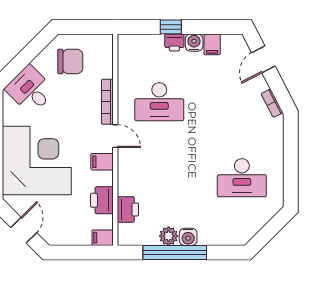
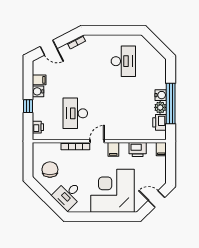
printer: (174, 42) -> (38, 127), moved
desk: (159, 102) -> (75, 113), turned 180
printer: (128, 209) -> (160, 122), moved, turned -90

